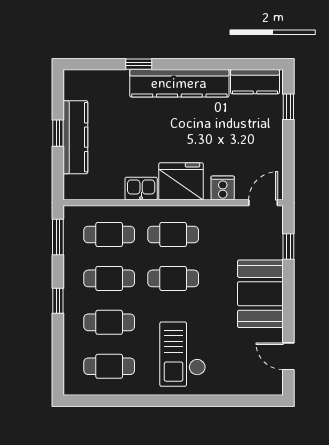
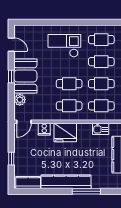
window: (139, 64) -> (86, 191), width x2.17
window: (288, 107) -> (11, 159), moved
kitchen sink: (141, 189) -> (101, 129), moved
window: (288, 246) -> (11, 77), moved
plant: (271, 247) -> (20, 100), added
checkout: (183, 354) -> (64, 46), turned -90

